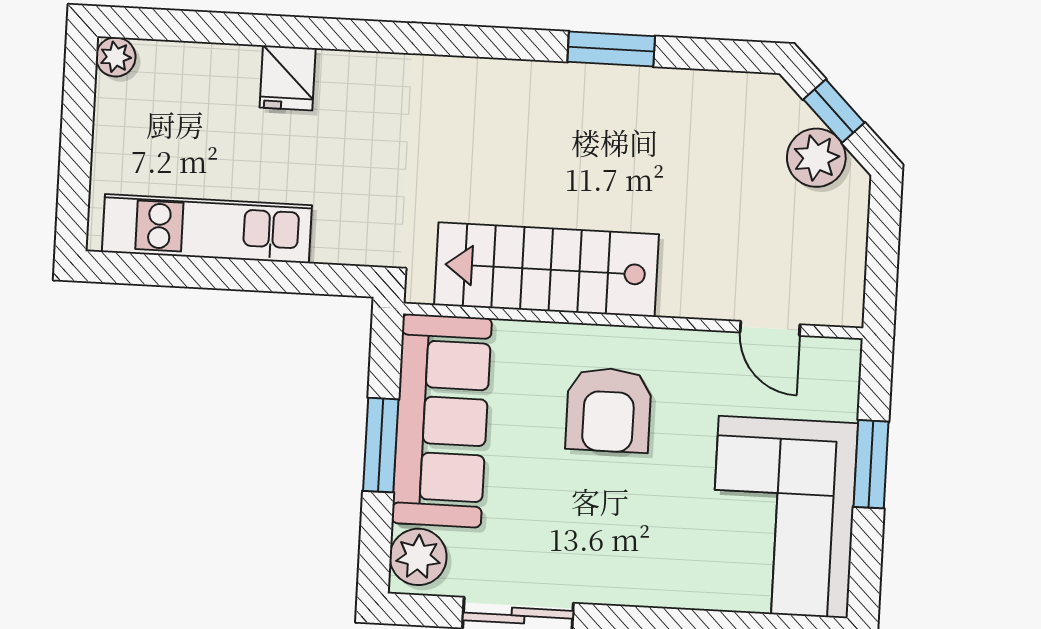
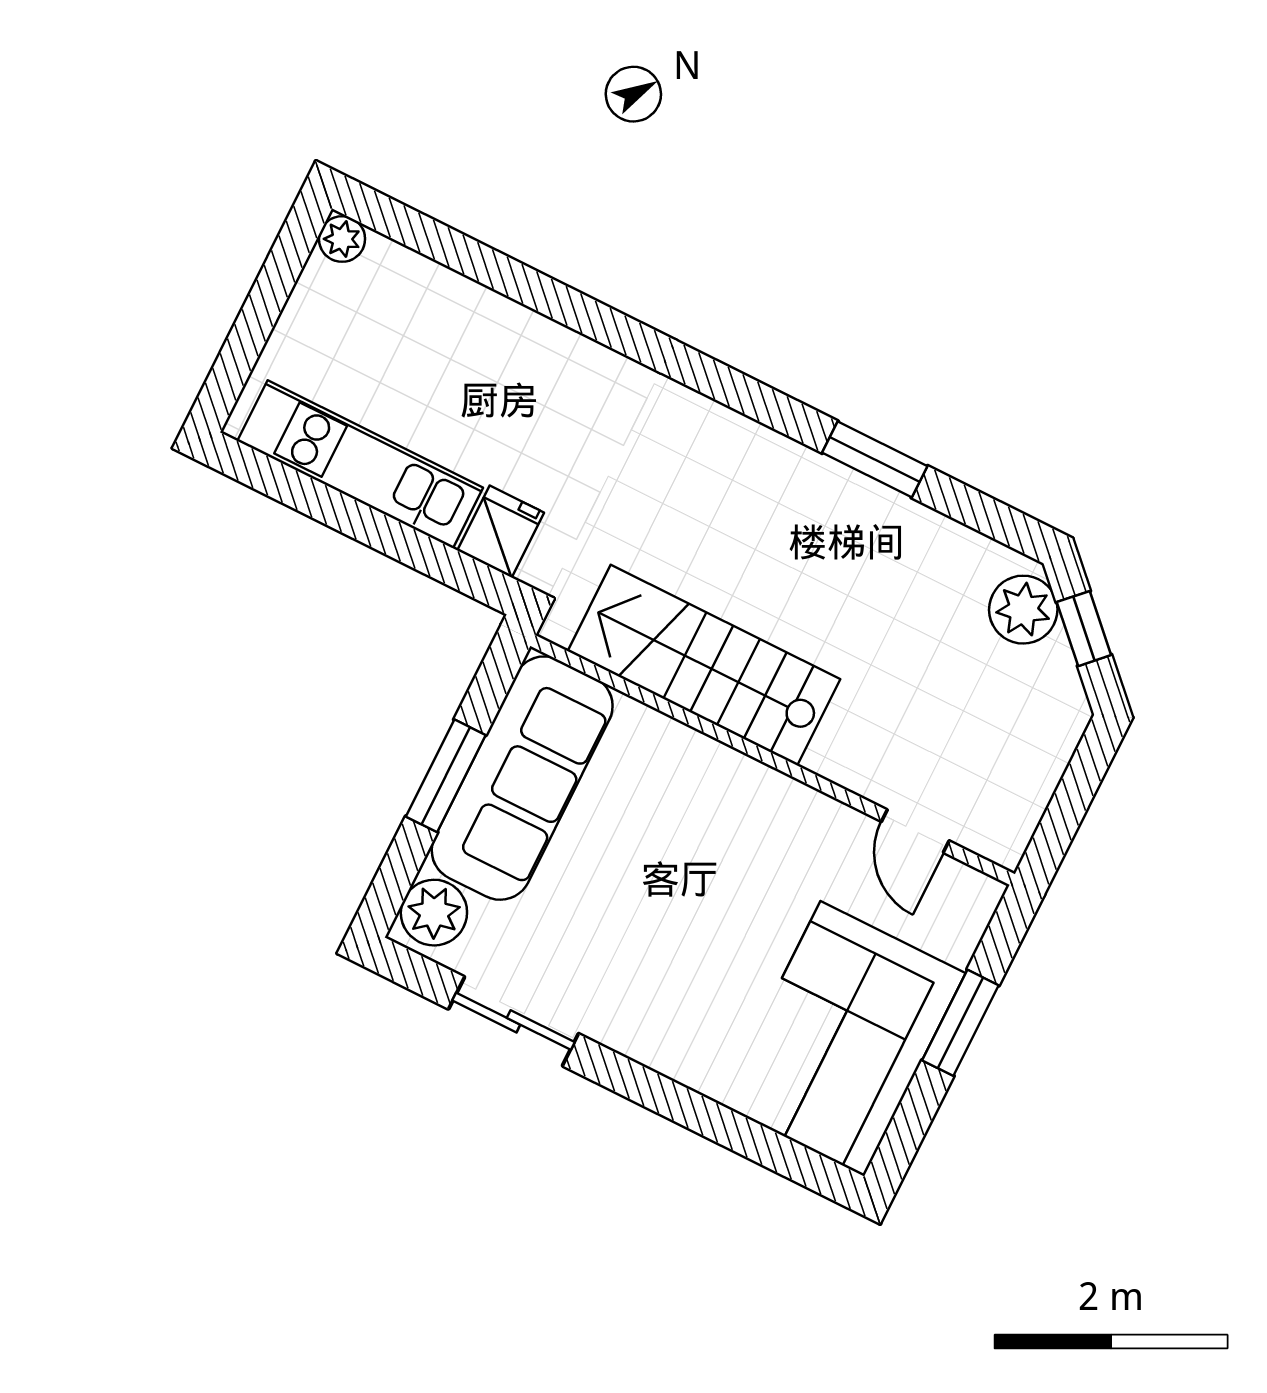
fridge: (288, 78) -> (501, 532), moved, turned 180
plant: (816, 158) -> (1023, 610), moved
armchair: (609, 410) -> (705, 844), removed

